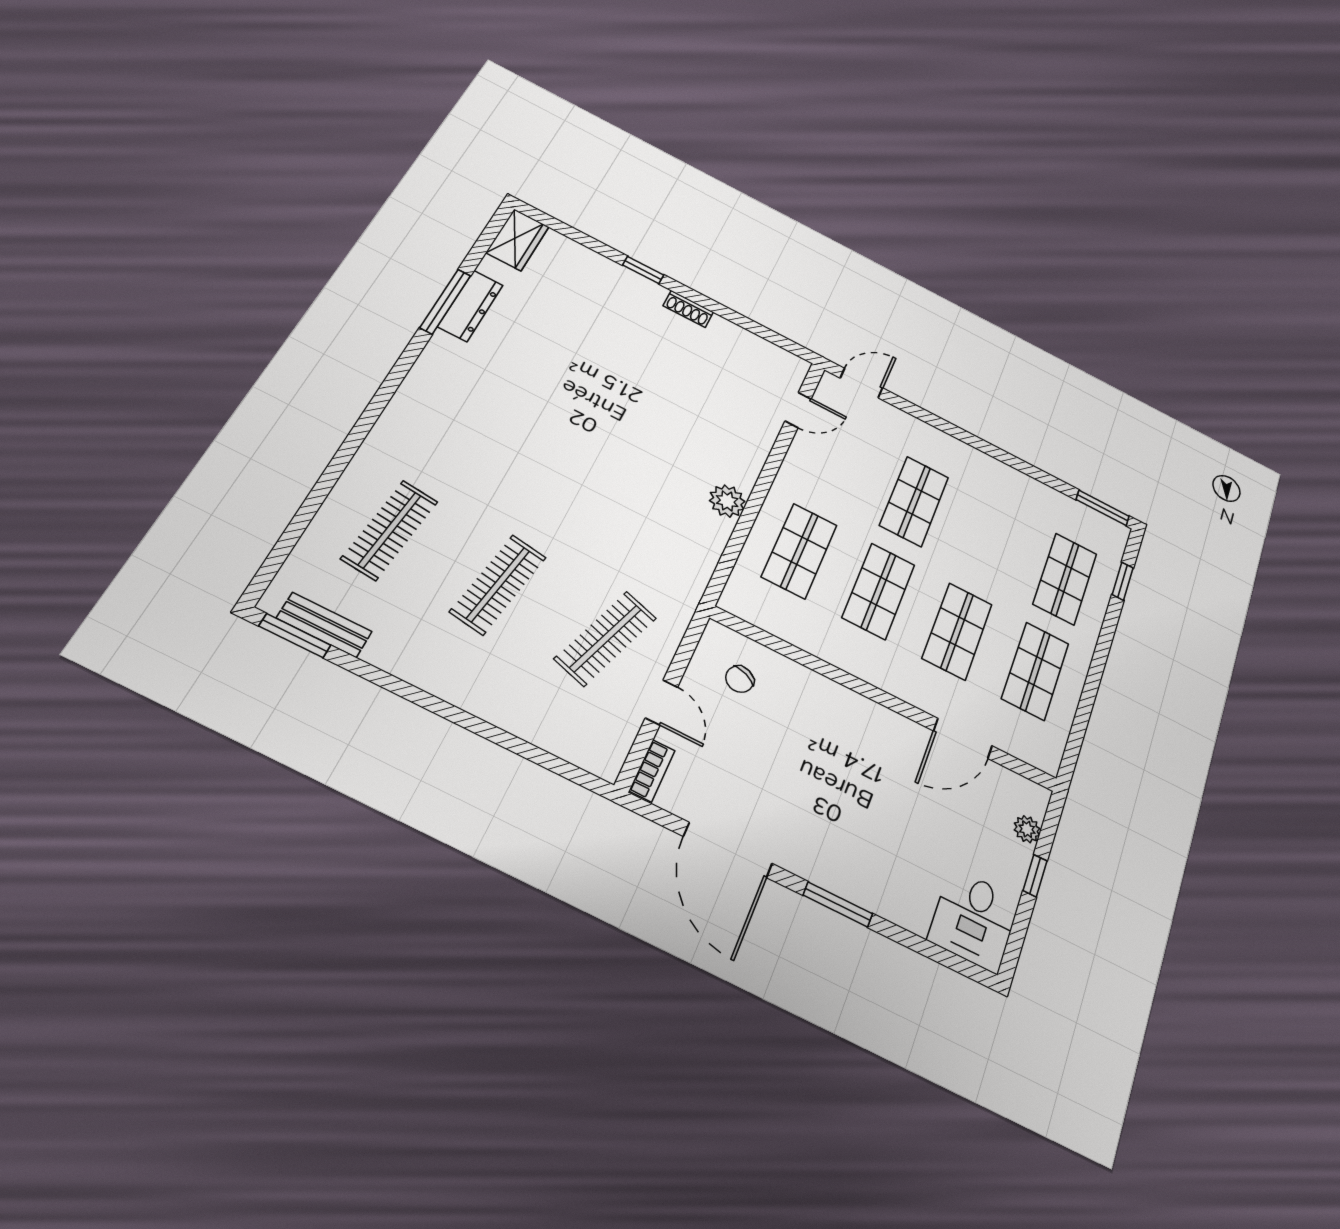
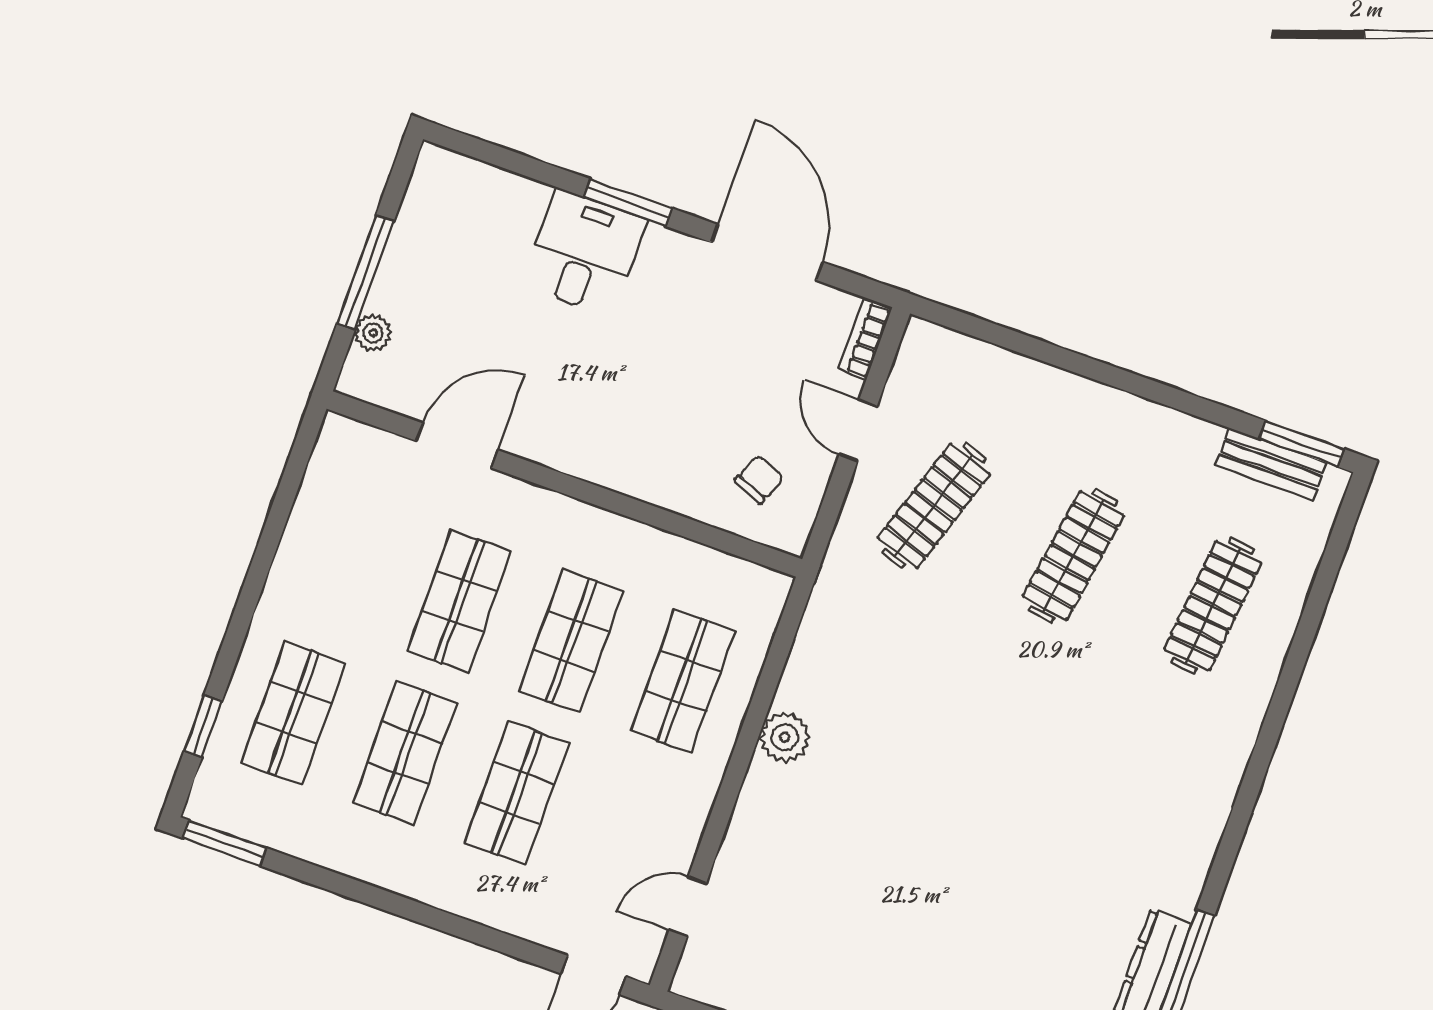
shop shelf: (1035, 671) -> (405, 753), moved
window: (1035, 876) -> (365, 272), width x2.17
desk: (974, 920) -> (584, 253), moved

